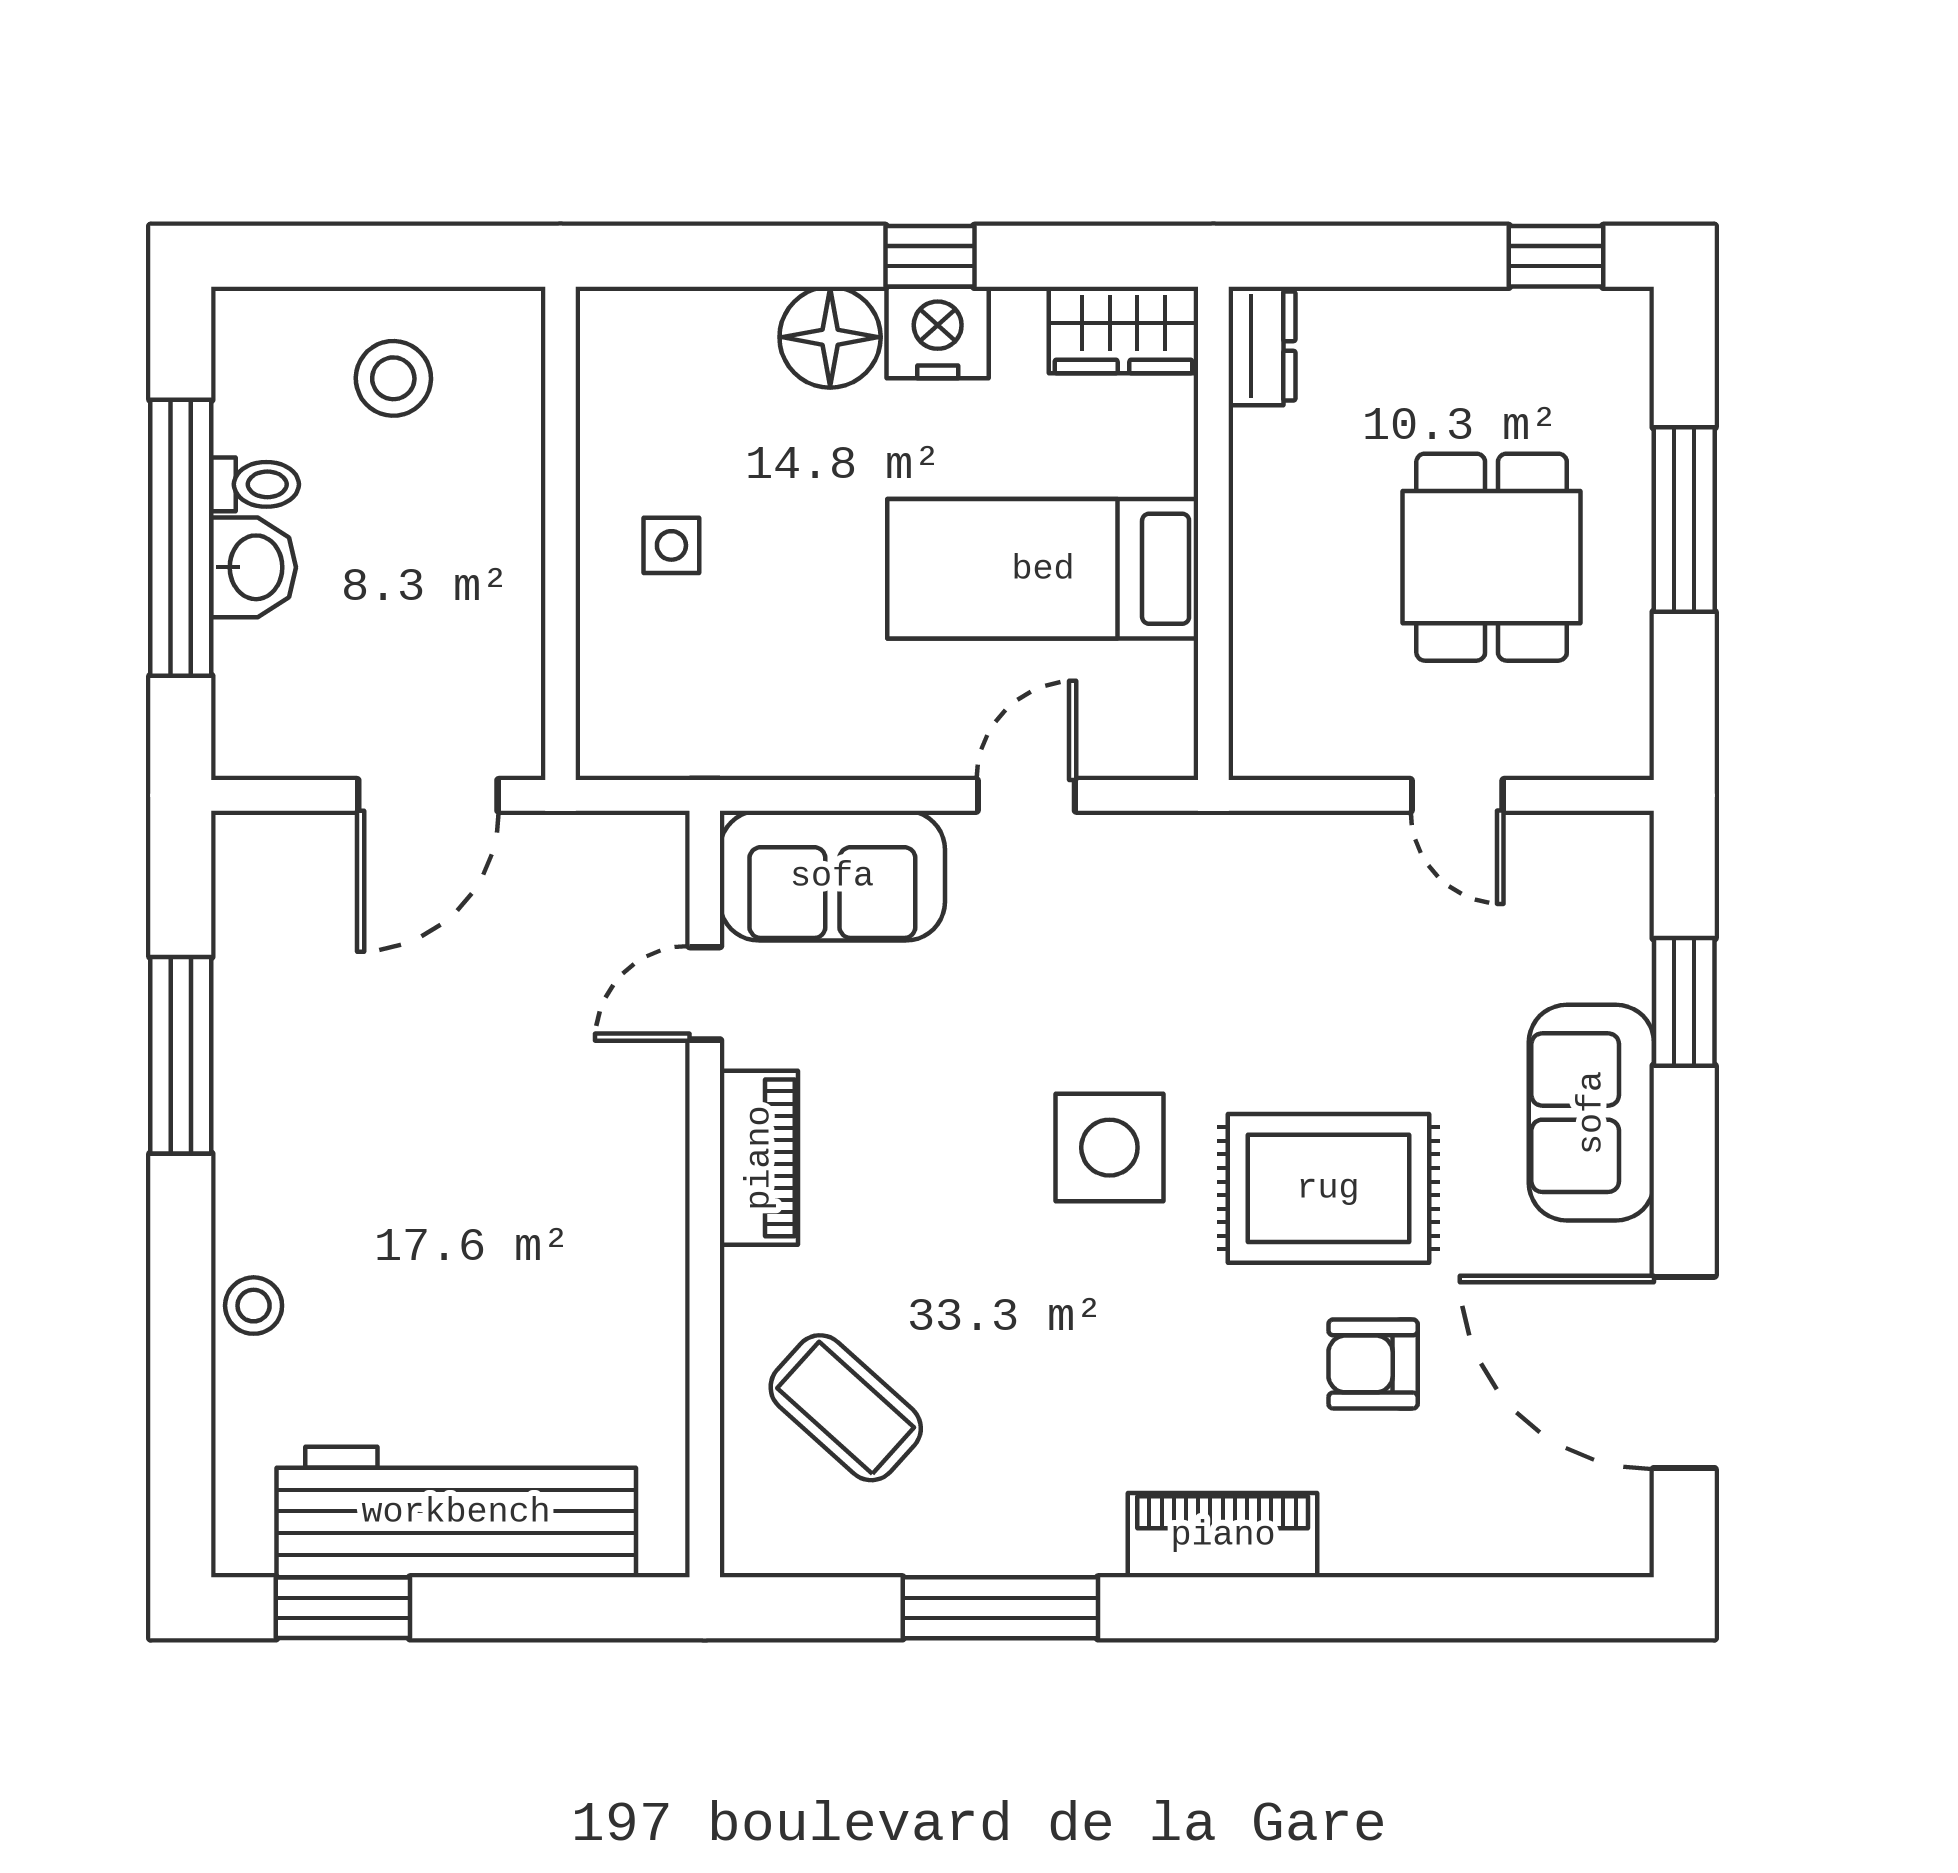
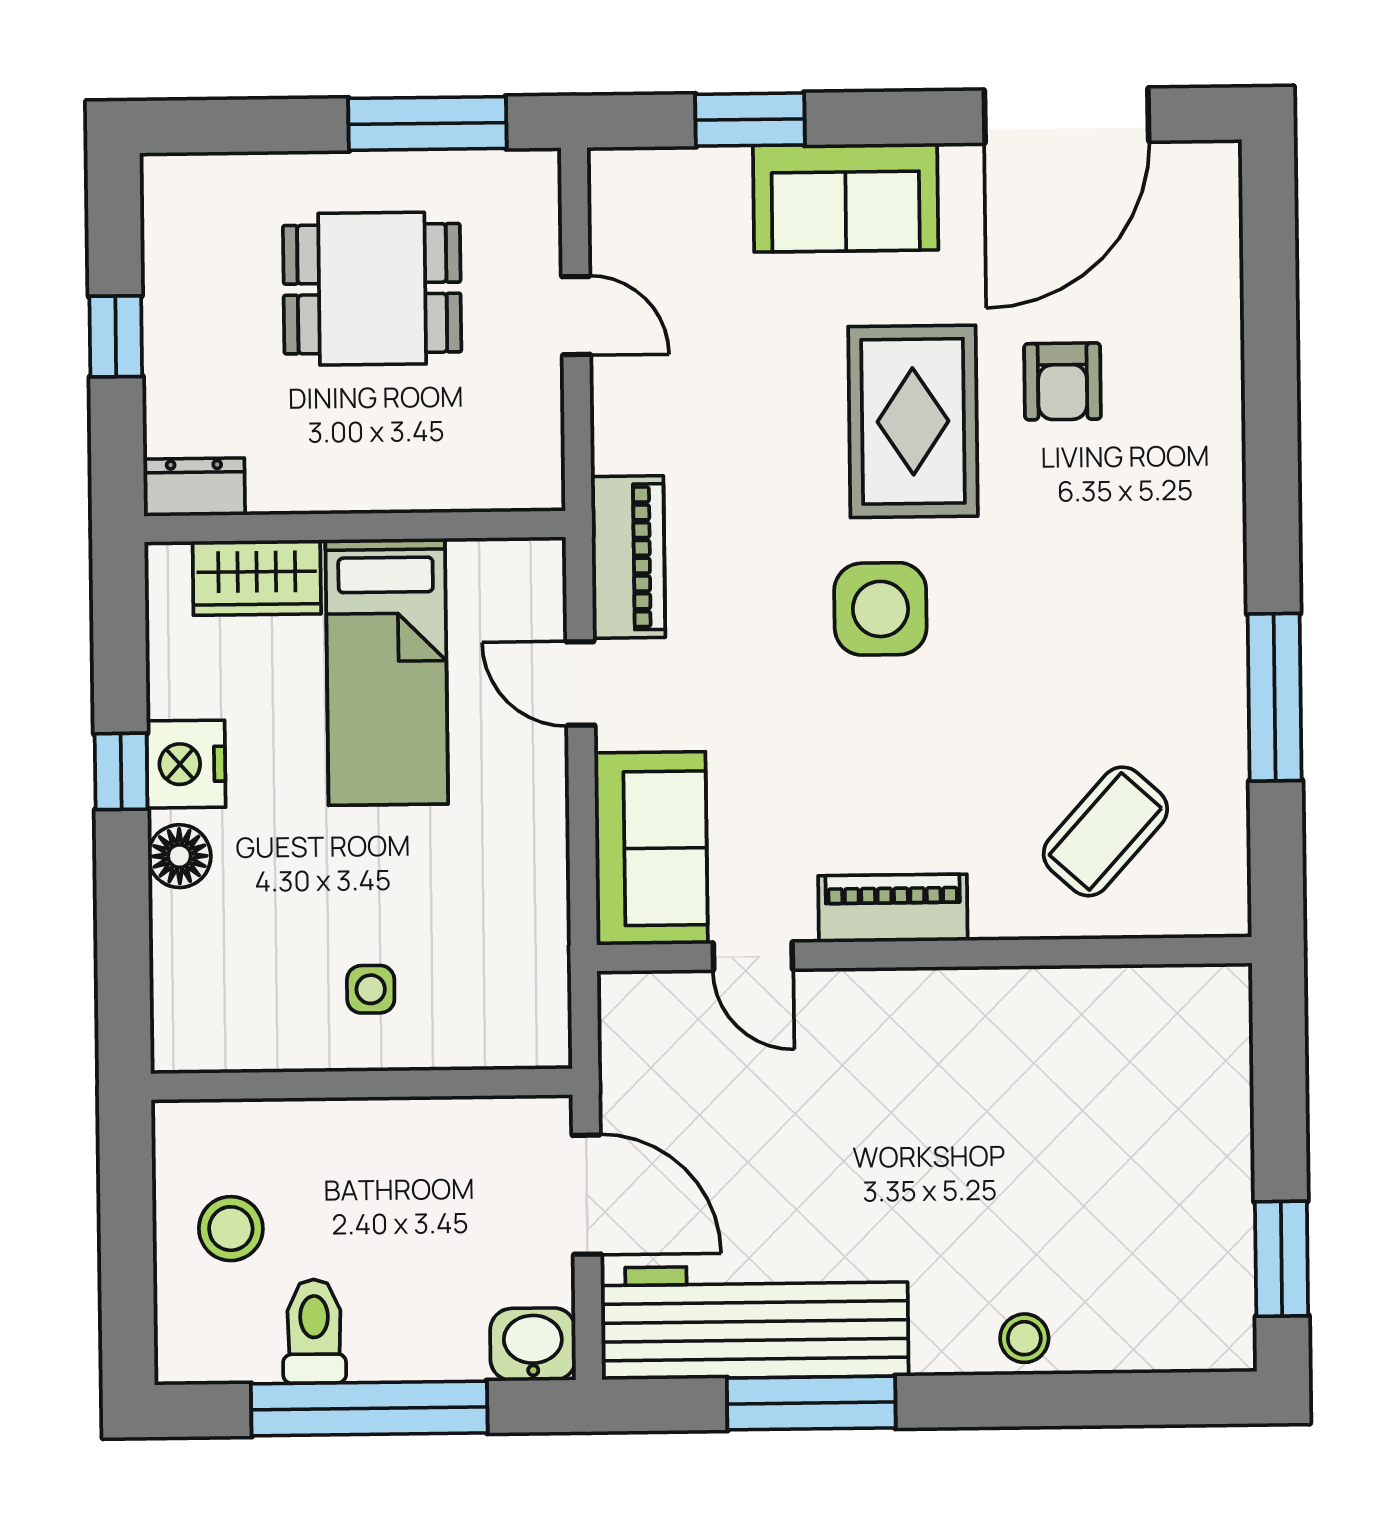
window: (1556, 256) -> (116, 336), moved
wardrobe: (1124, 330) -> (257, 578), moved, turned 90
floor lamp: (830, 337) -> (179, 856), width x0.73, depth x0.73
toilet: (255, 484) -> (314, 1331), width x1.37, depth x1.39
window: (1684, 520) -> (427, 123), moved
washbasin: (253, 567) -> (533, 1344), moved
door: (1457, 795) -> (576, 316), hinge flipped
workbench: (456, 1512) -> (755, 1322), moved, turned 90
piano: (1223, 1535) -> (628, 557), moved, turned 180

